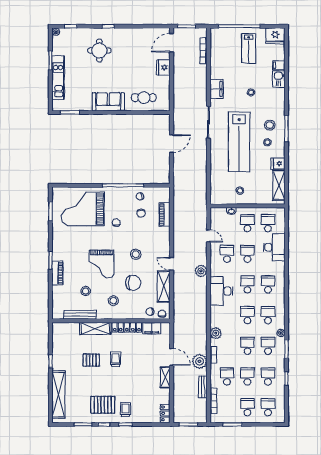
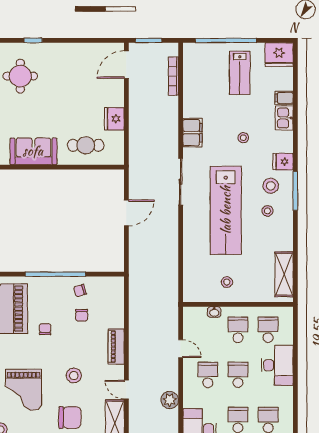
fridge: (163, 67) -> (114, 119), moved
fridge: (278, 164) -> (283, 162), moved
piano: (165, 214) -> (116, 346), moved

